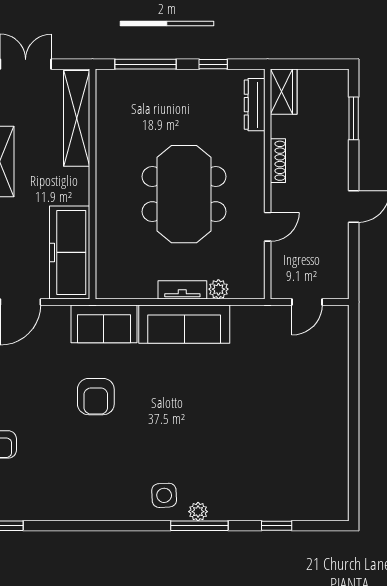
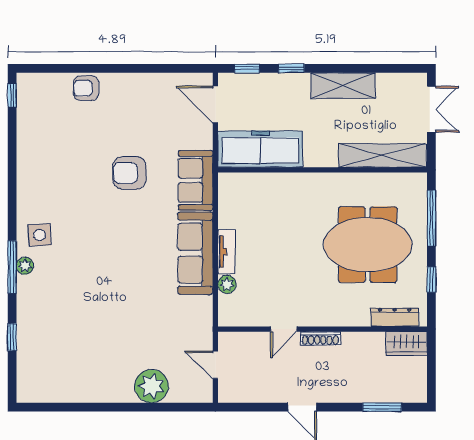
shoe rack: (278, 161) -> (320, 338), moved
meeting table: (184, 194) -> (368, 245), moved
door: (268, 227) -> (284, 329), hinge flipped
plant: (331, 372) -> (152, 386), added

